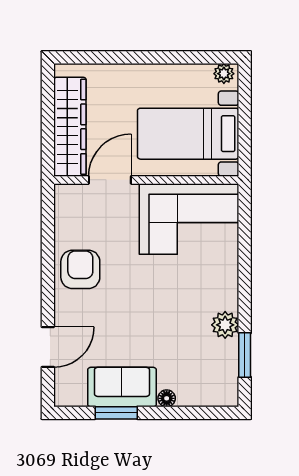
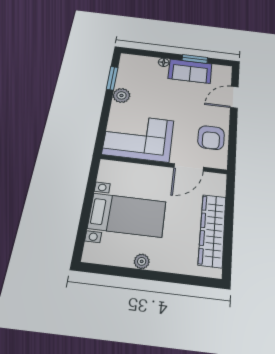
plant: (224, 74) -> (142, 261), moved
door: (110, 180) -> (189, 167), moved
wall: (146, 180) -> (164, 164), moved
corner sofa: (189, 219) -> (138, 137), moved

